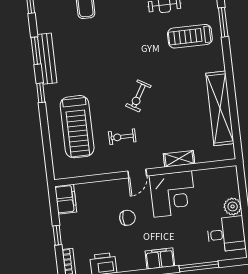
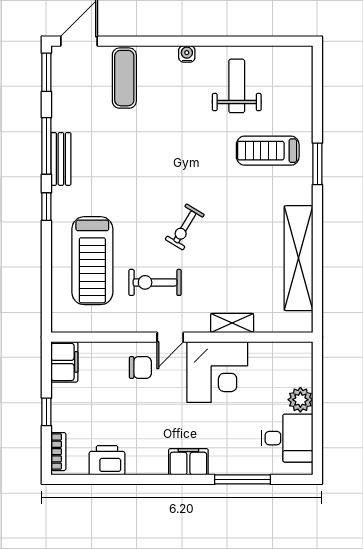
window: (223, 22) -> (317, 164), moved
window: (36, 51) -> (46, 146), width x1.44
bench: (47, 59) -> (61, 159), width x0.73
exercise bike: (122, 137) -> (155, 282), width x1.38, depth x1.39
chair: (127, 218) -> (140, 368), moved

